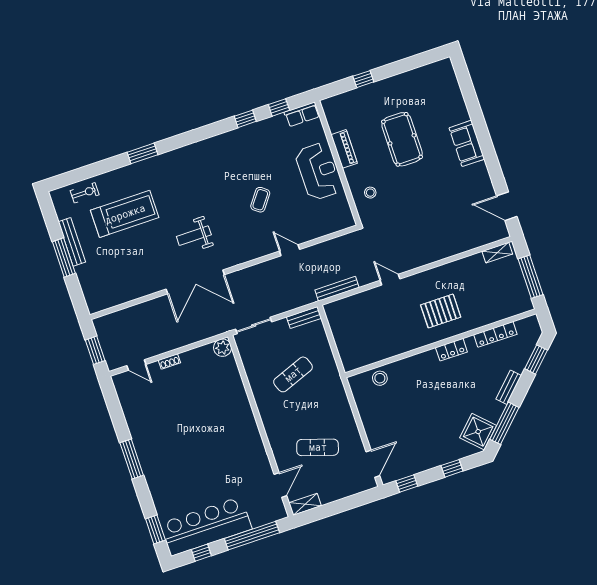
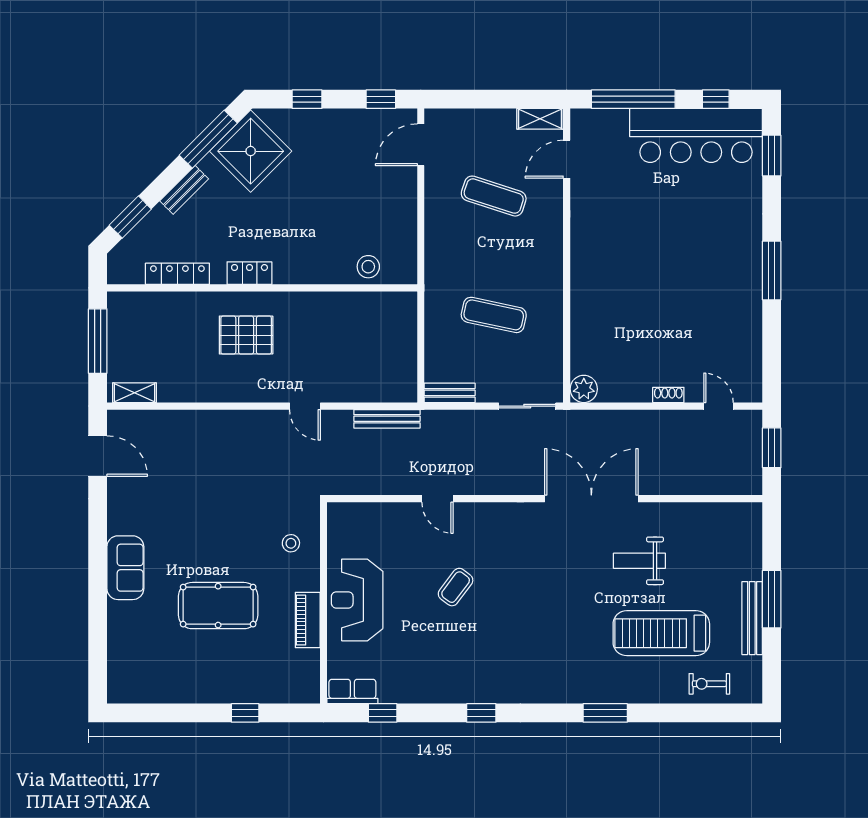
window: (245, 119) -> (481, 713), moved
pool table: (402, 139) -> (218, 606), turned 90
weight bench: (194, 236) -> (639, 561), moved, turned 180
exercise mat: (293, 374) -> (494, 315), turned 33
shower: (478, 432) -> (251, 151), width x1.37, depth x1.37

